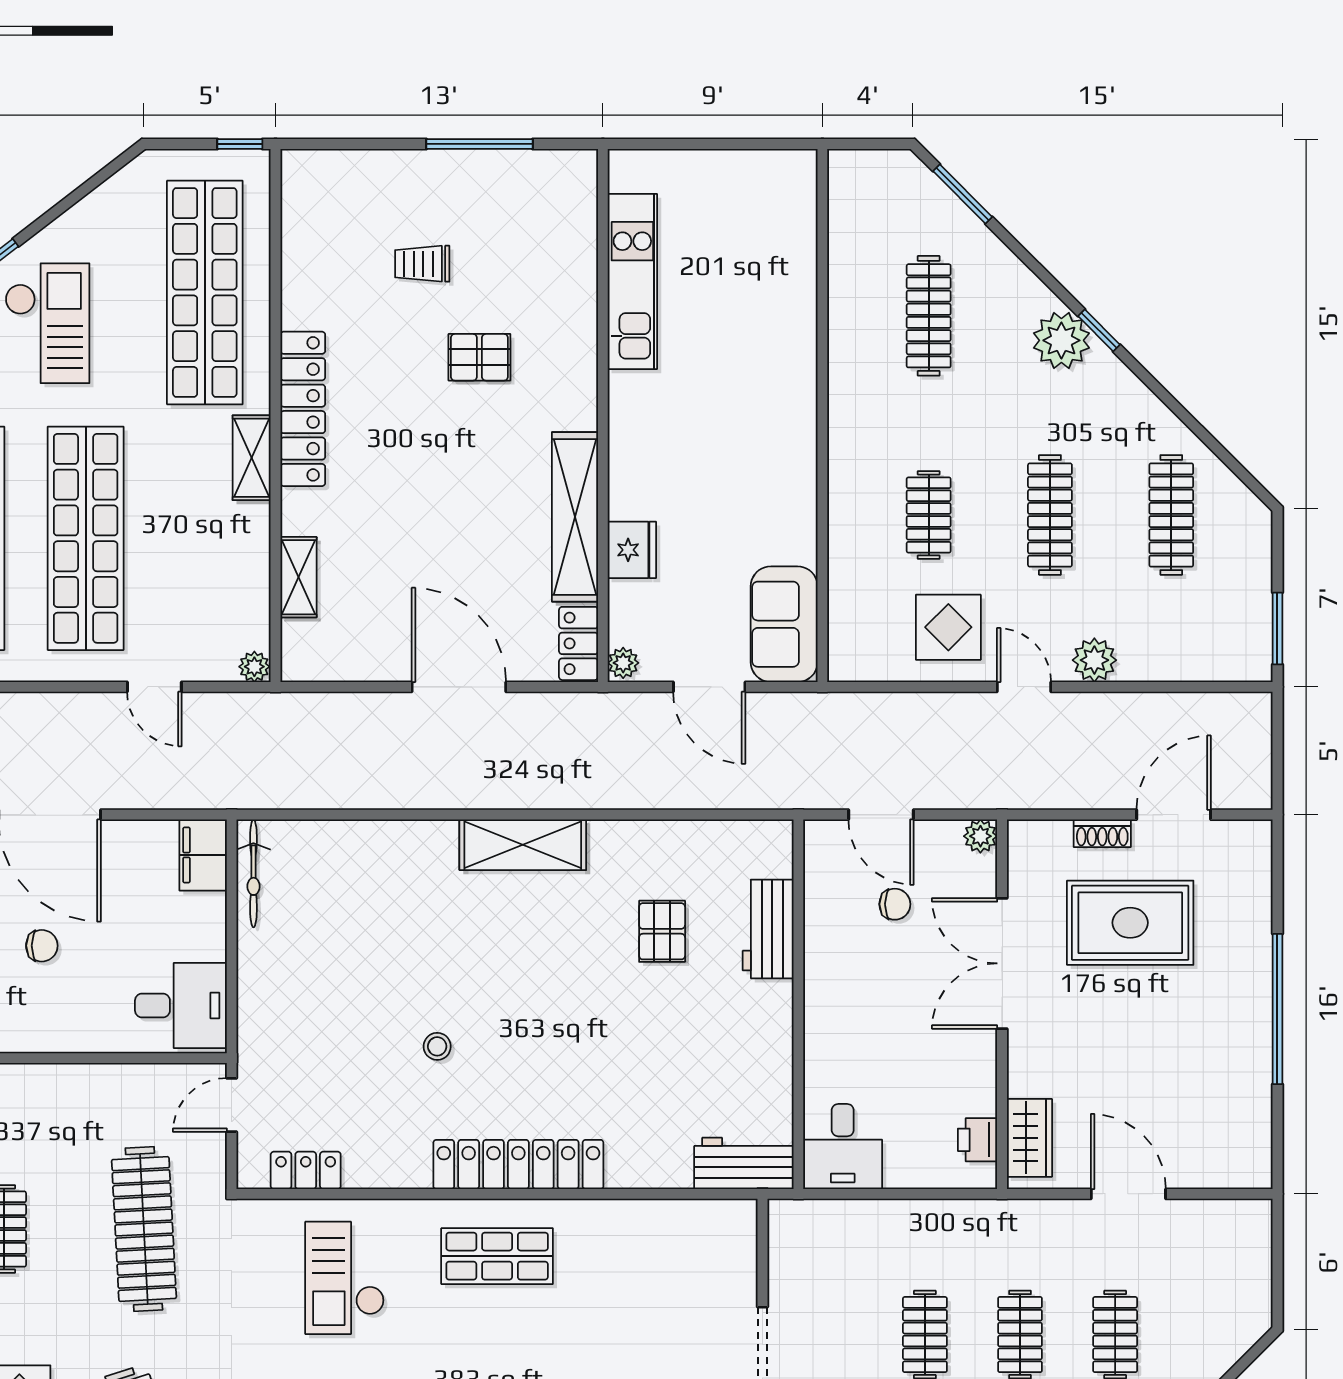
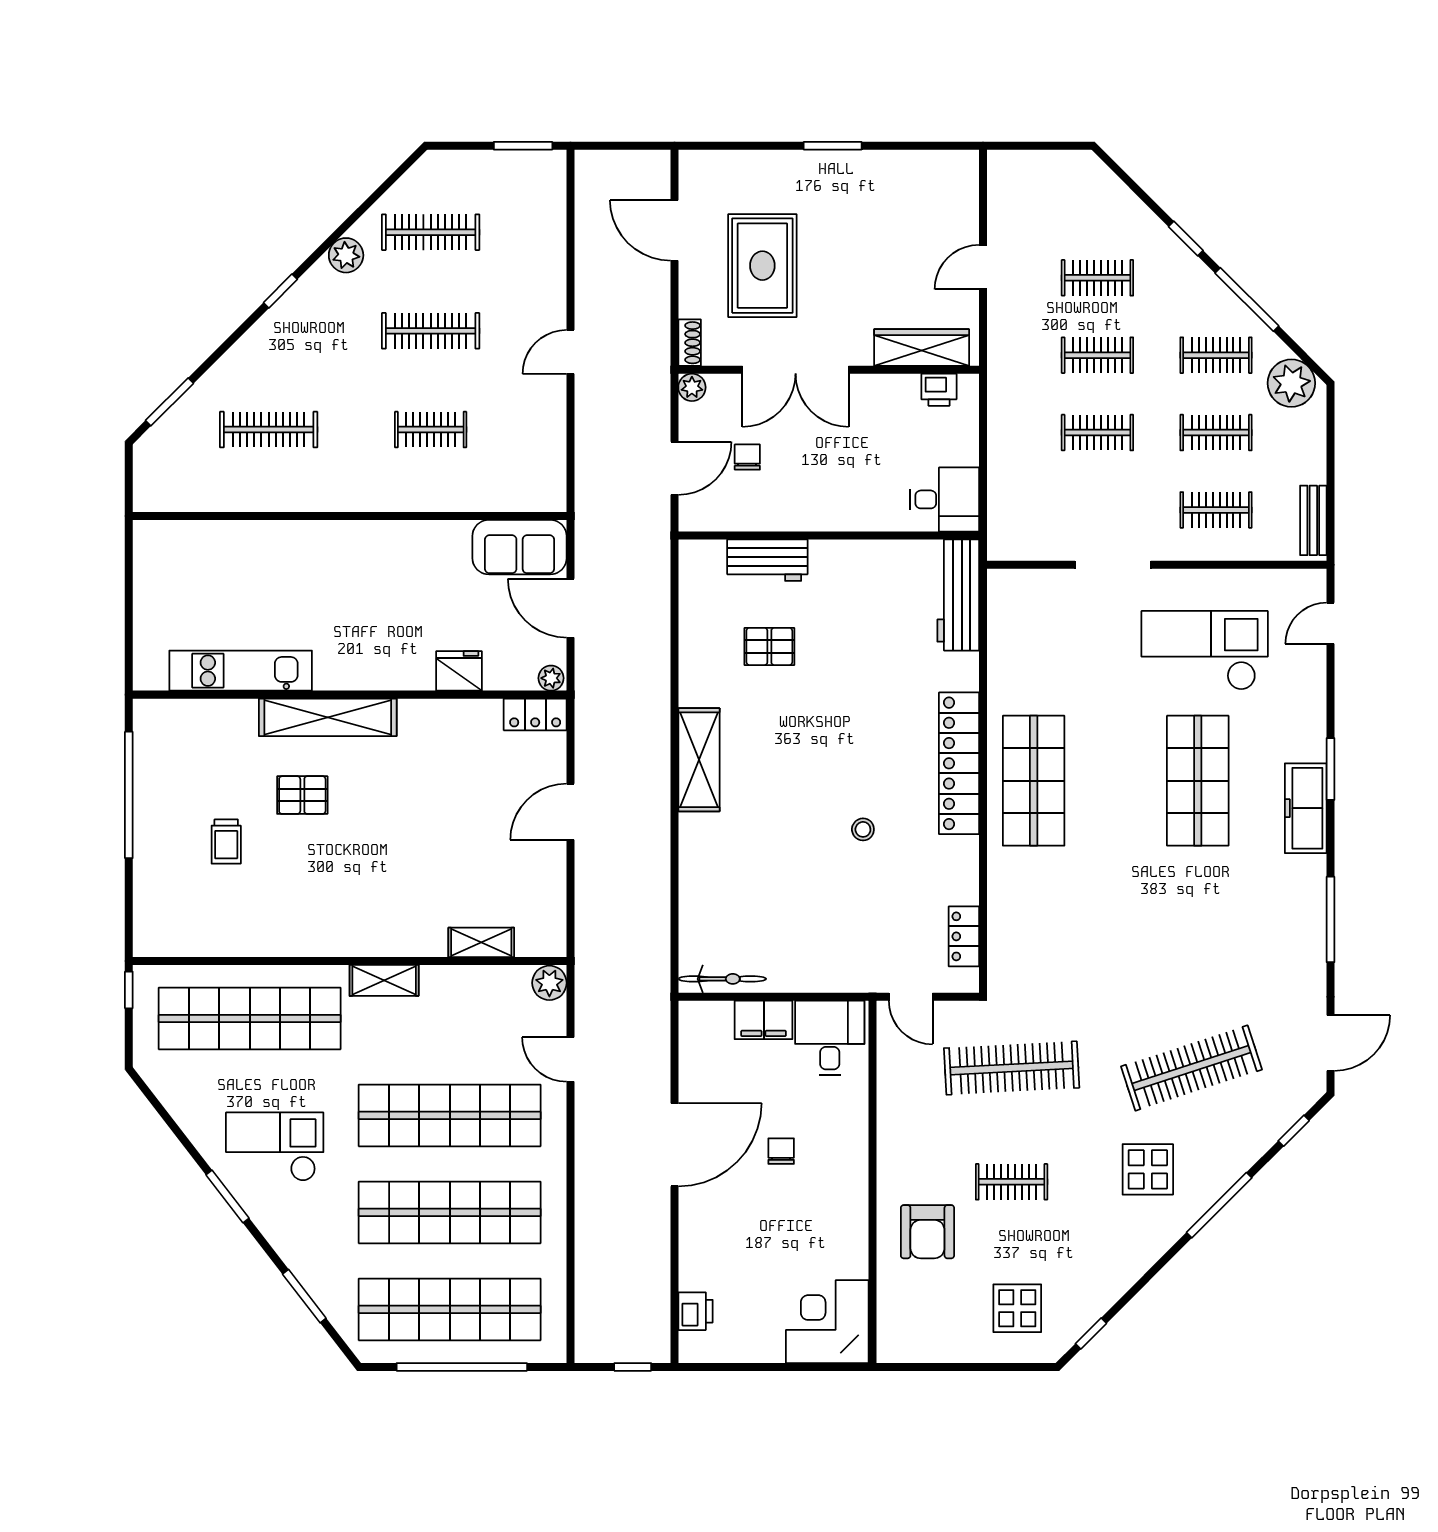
window: (480, 144) -> (129, 795), width x1.46
plant: (1061, 340) -> (346, 255), moved, width x0.73, depth x0.73
pallet: (479, 357) -> (302, 795), turned 90
locker: (303, 409) -> (344, 939), removed
shelving: (575, 517) -> (328, 717), moved
display table: (948, 627) -> (522, 414), removed
plant: (1094, 660) -> (549, 295), removed
plant: (254, 667) -> (549, 983), width x1.38, depth x1.38
door: (154, 687) -> (570, 1059), swing flipped
door: (459, 687) -> (570, 812), width x0.73
door: (709, 687) -> (570, 608), swing flipped
shoe rack: (1102, 833) -> (690, 343), moved
filing cabinet: (203, 855) -> (764, 1020), moved
window: (1277, 1009) -> (833, 146), width x0.47
wardrobe: (1029, 1138) -> (922, 348), width x1.50
workbench: (744, 1163) -> (958, 595), width x1.38
door: (1128, 1194) -> (983, 267), width x0.73
shop shelf: (497, 1256) -> (1034, 781), width x1.43, depth x1.36
checkout: (345, 1278) -> (1051, 905), removed

